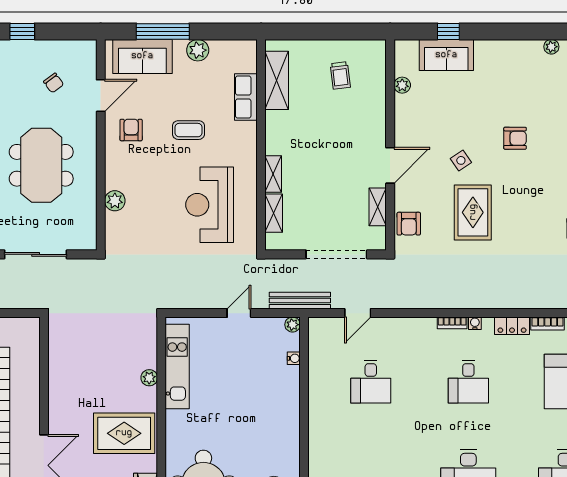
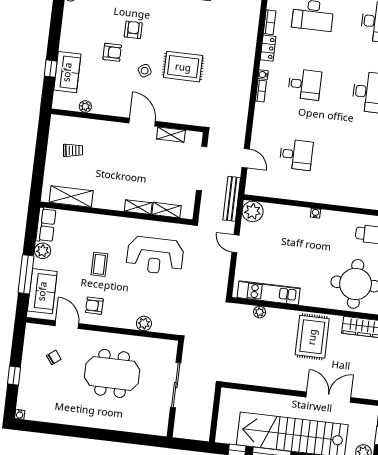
row of seats: (246, 97) -> (46, 225), moved, turned -90
armchair: (409, 224) -> (112, 52), moved
plant: (293, 325) -> (253, 211), width x1.88, depth x1.88
water cooler: (294, 358) -> (315, 213), moved
plant: (149, 378) -> (260, 312), moved

